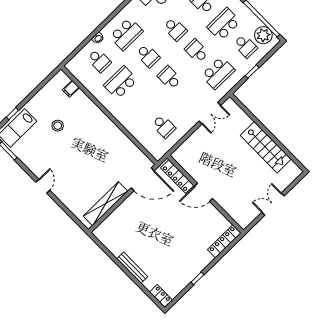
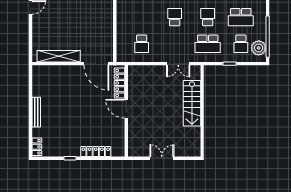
school desk: (224, 24) -> (241, 17), turned 180
stairs: (266, 147) -> (192, 103), moved
locker: (224, 241) -> (96, 152), moved

